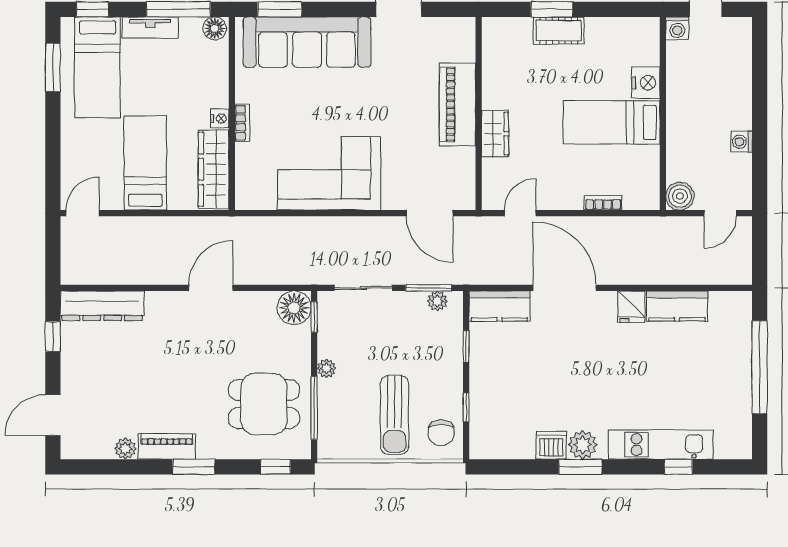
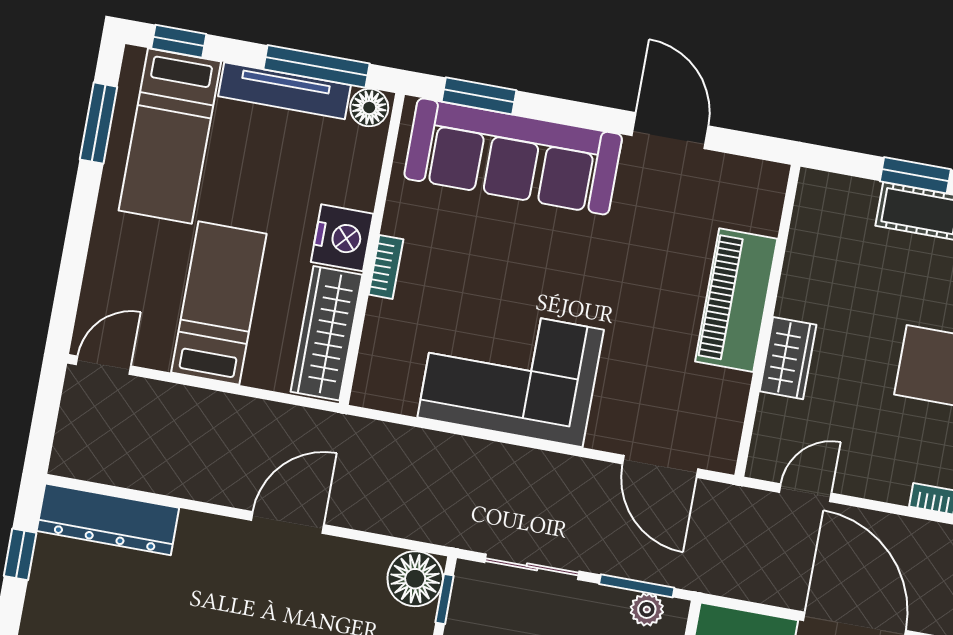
tv unit: (150, 27) -> (284, 91), width x1.41
nightstand: (220, 118) -> (342, 238), width x1.89, depth x1.79

